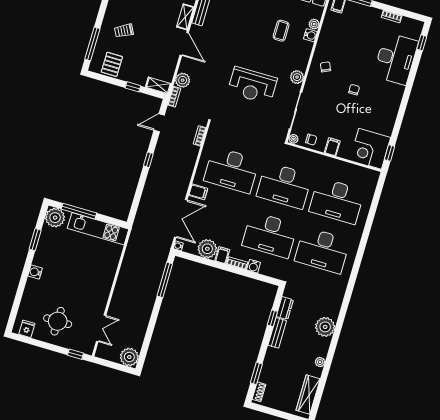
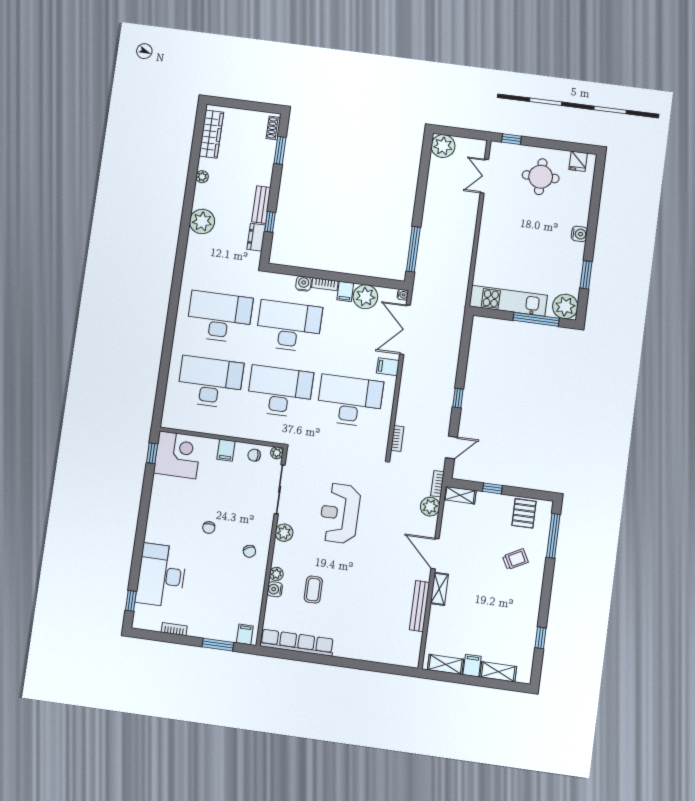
plant: (314, 24) -> (276, 574), moved
reception desk: (252, 85) -> (340, 513), turned -90

